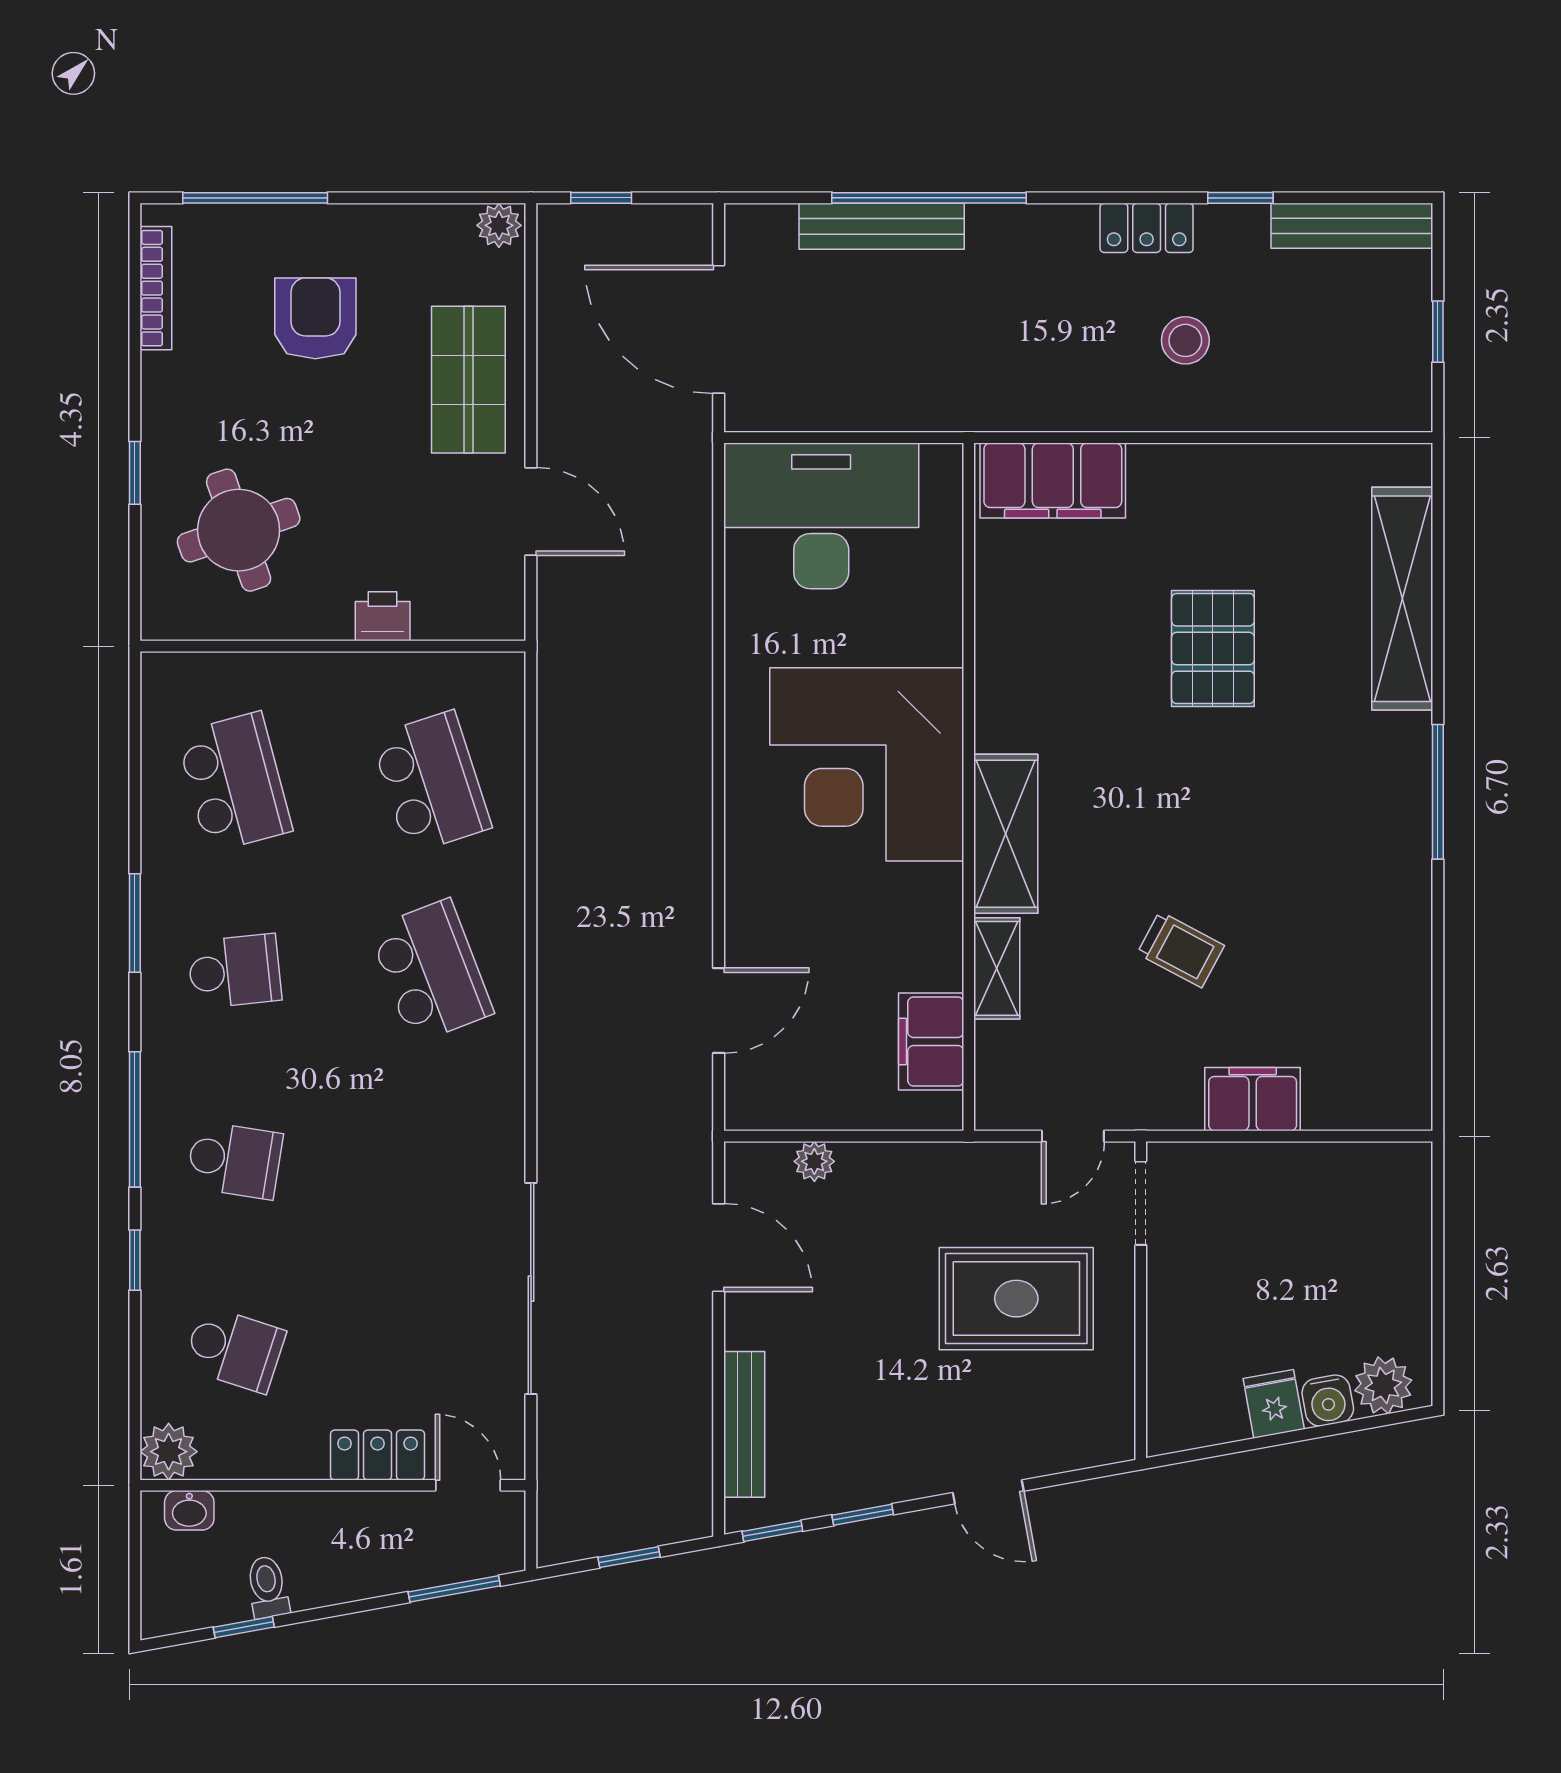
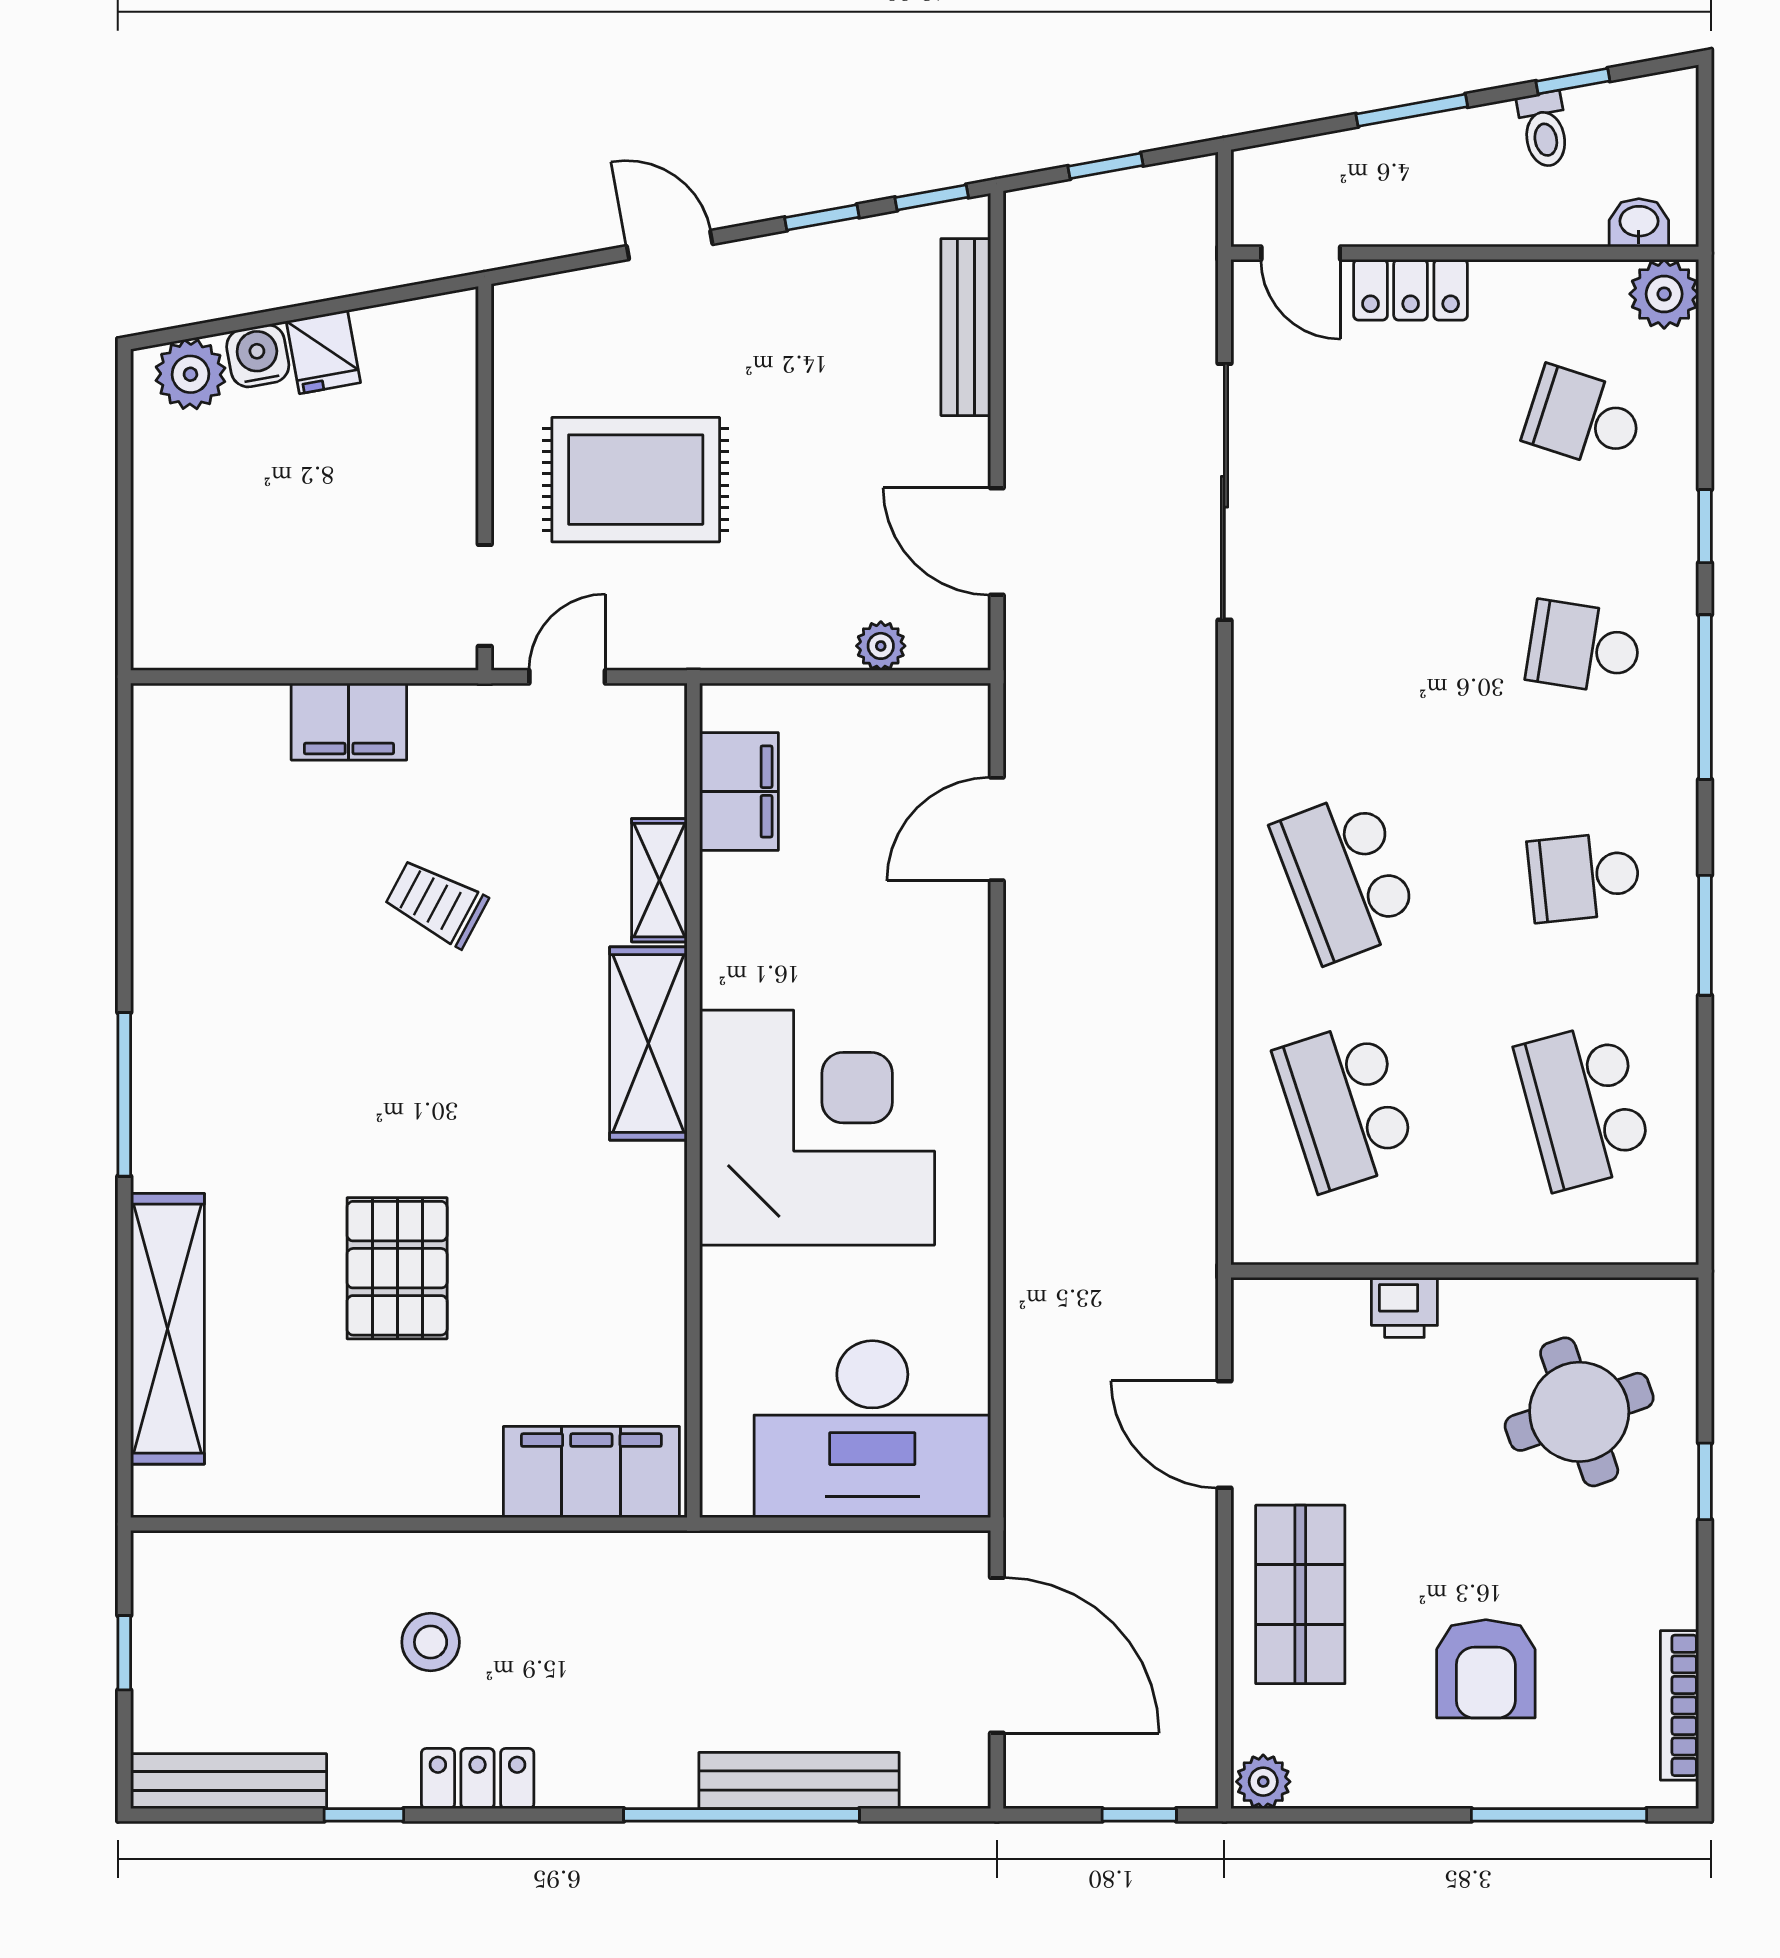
window: (454, 1589) -> (1412, 110), moved

